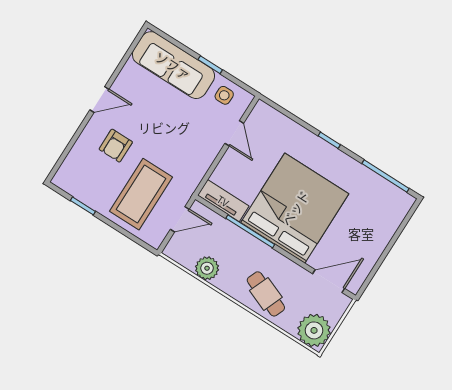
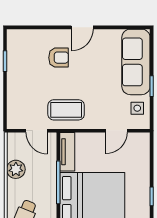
door: (99, 99) -> (82, 27), hinge flipped
armchair: (116, 146) -> (59, 58), turned 180
coffee table: (141, 194) -> (66, 110), moved, width x0.73, depth x0.76

